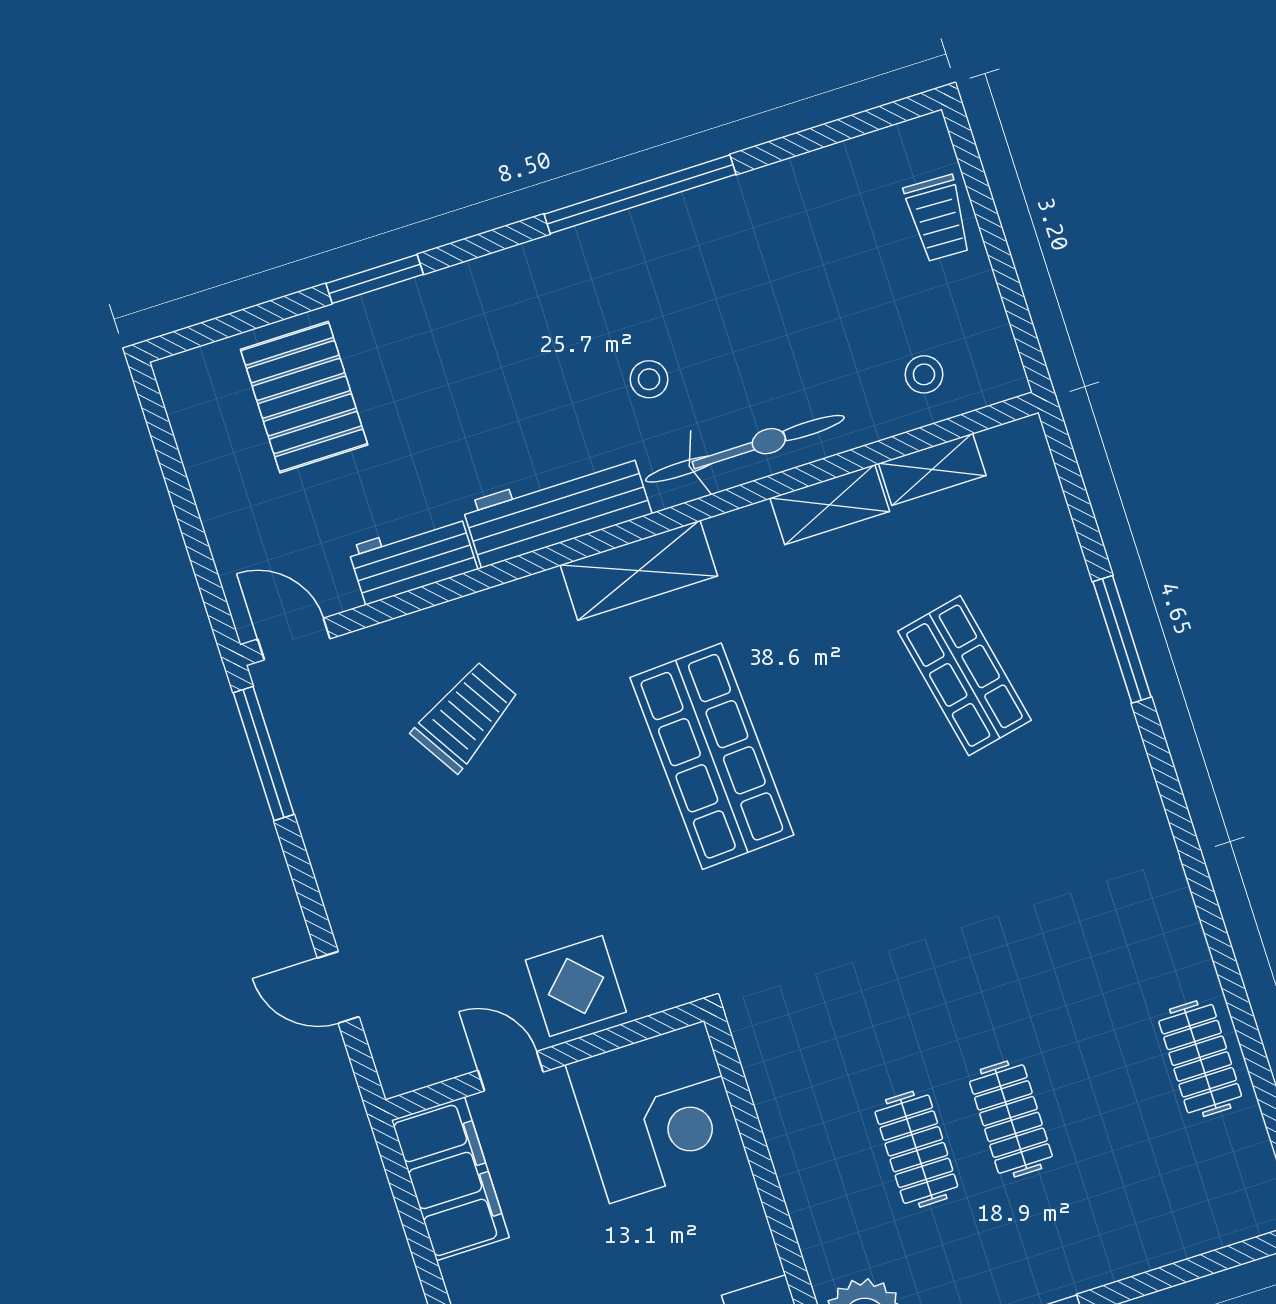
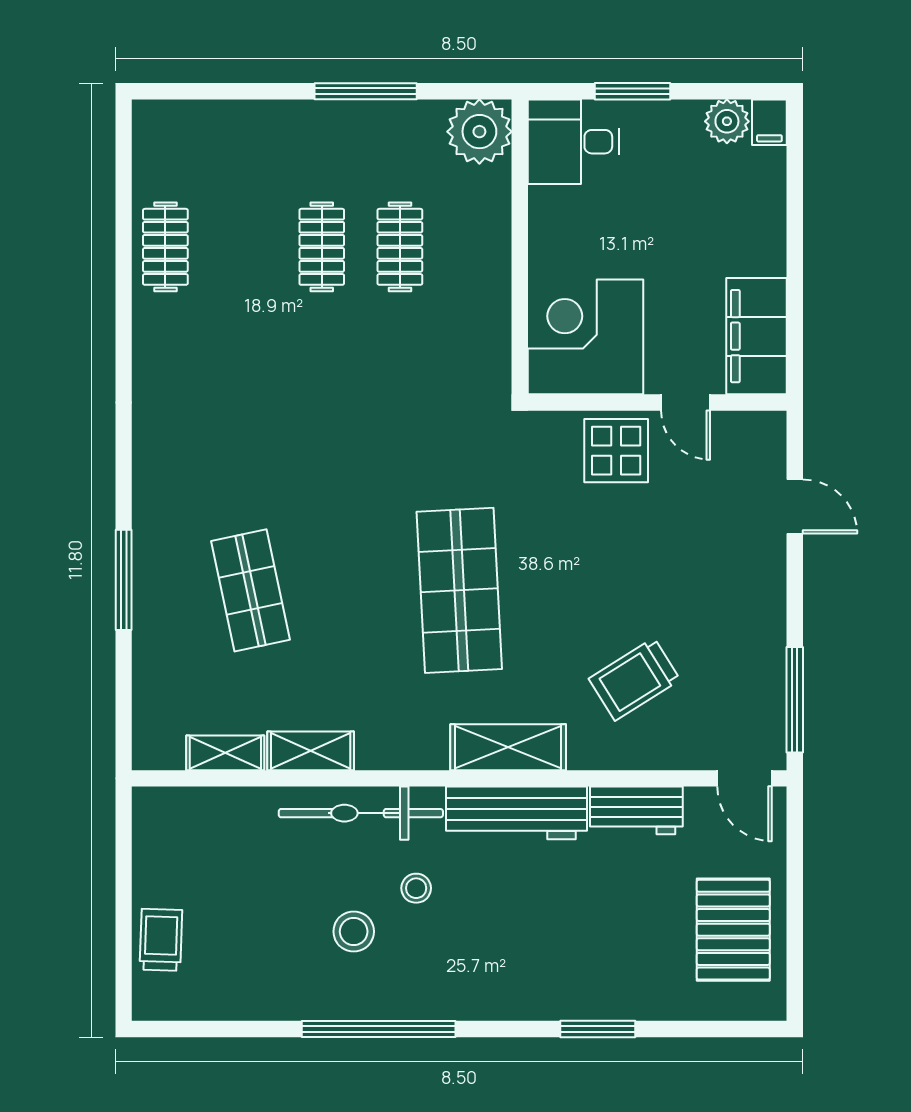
stool: (924, 374) -> (354, 932), moved, width x1.37, depth x1.37
pallet: (304, 397) -> (733, 930), moved
shelving: (639, 570) -> (508, 747), moved

